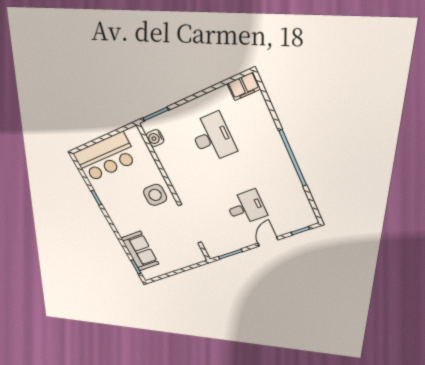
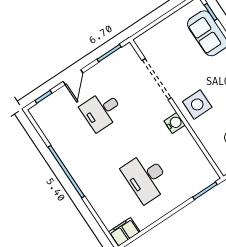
water cooler: (155, 138) -> (175, 123), moved

